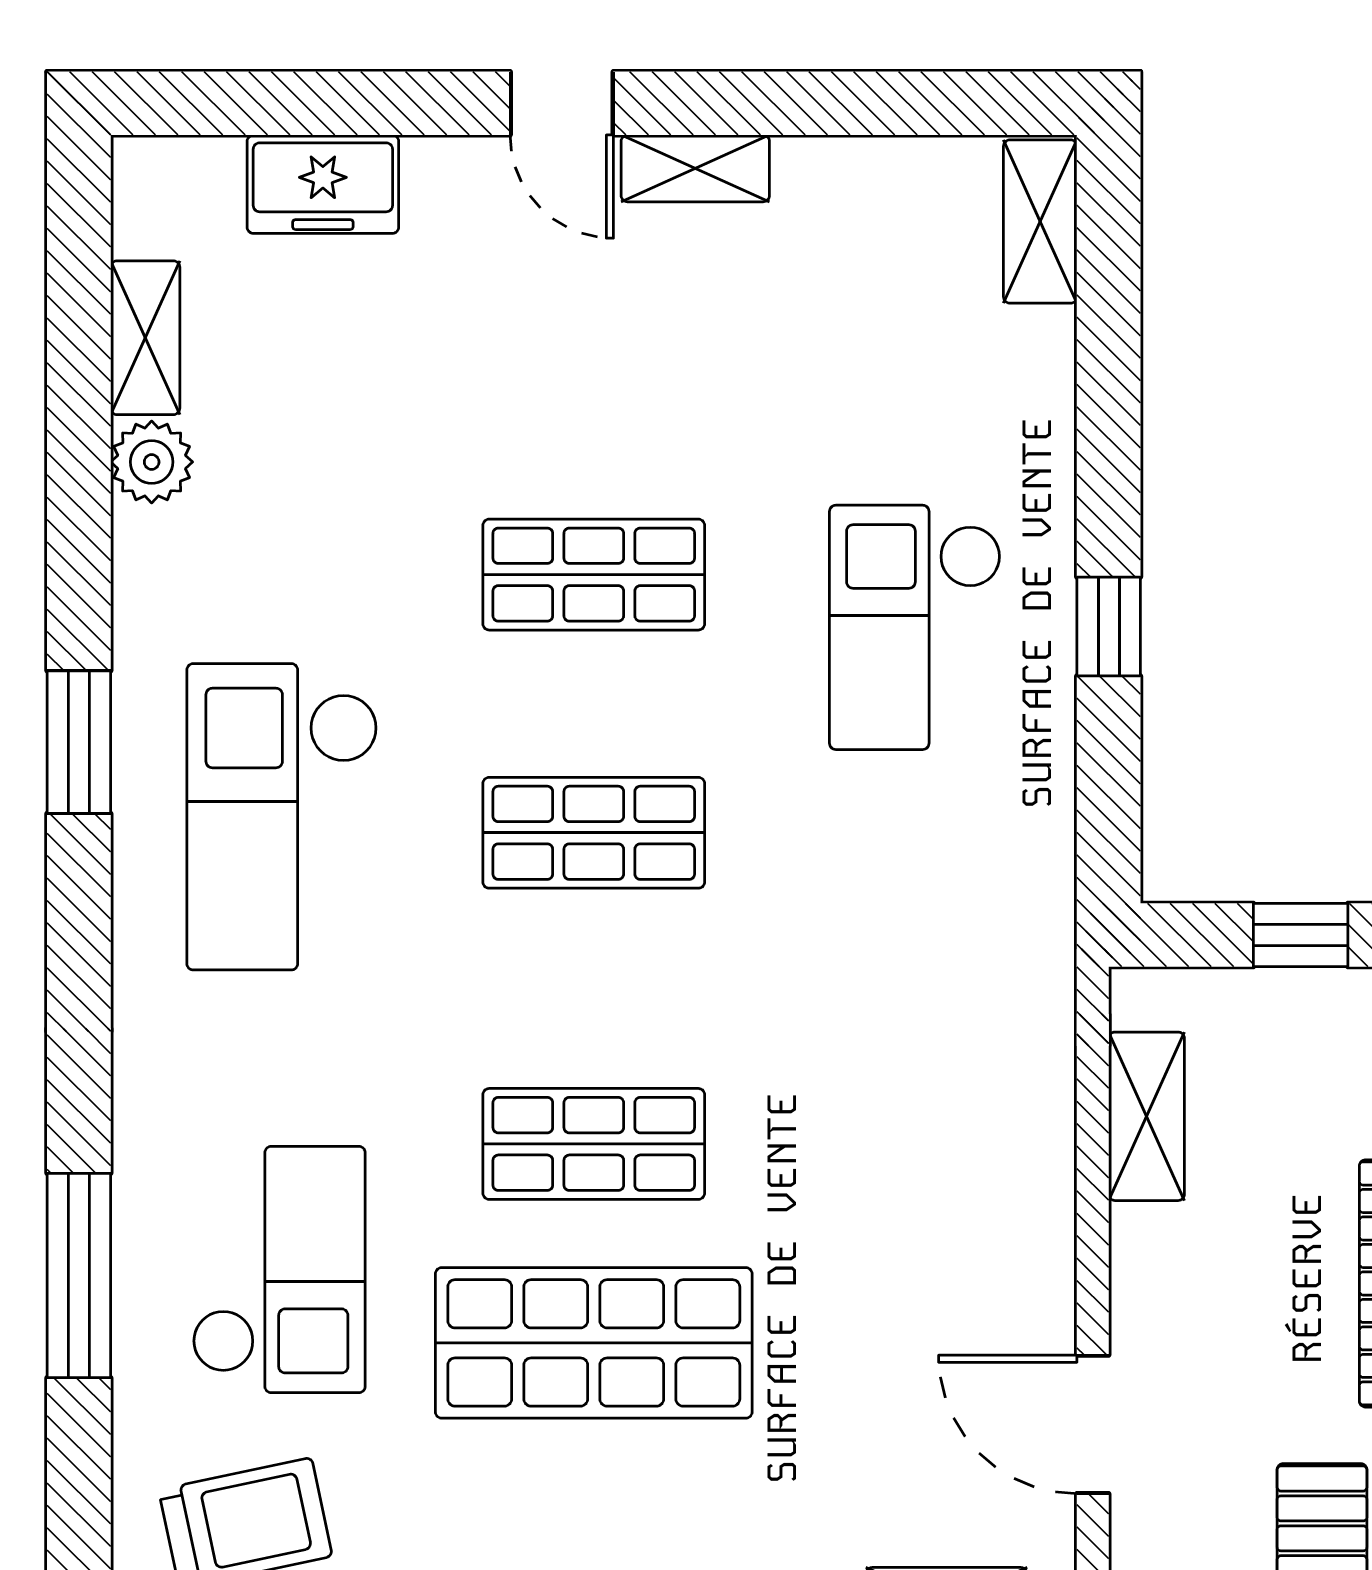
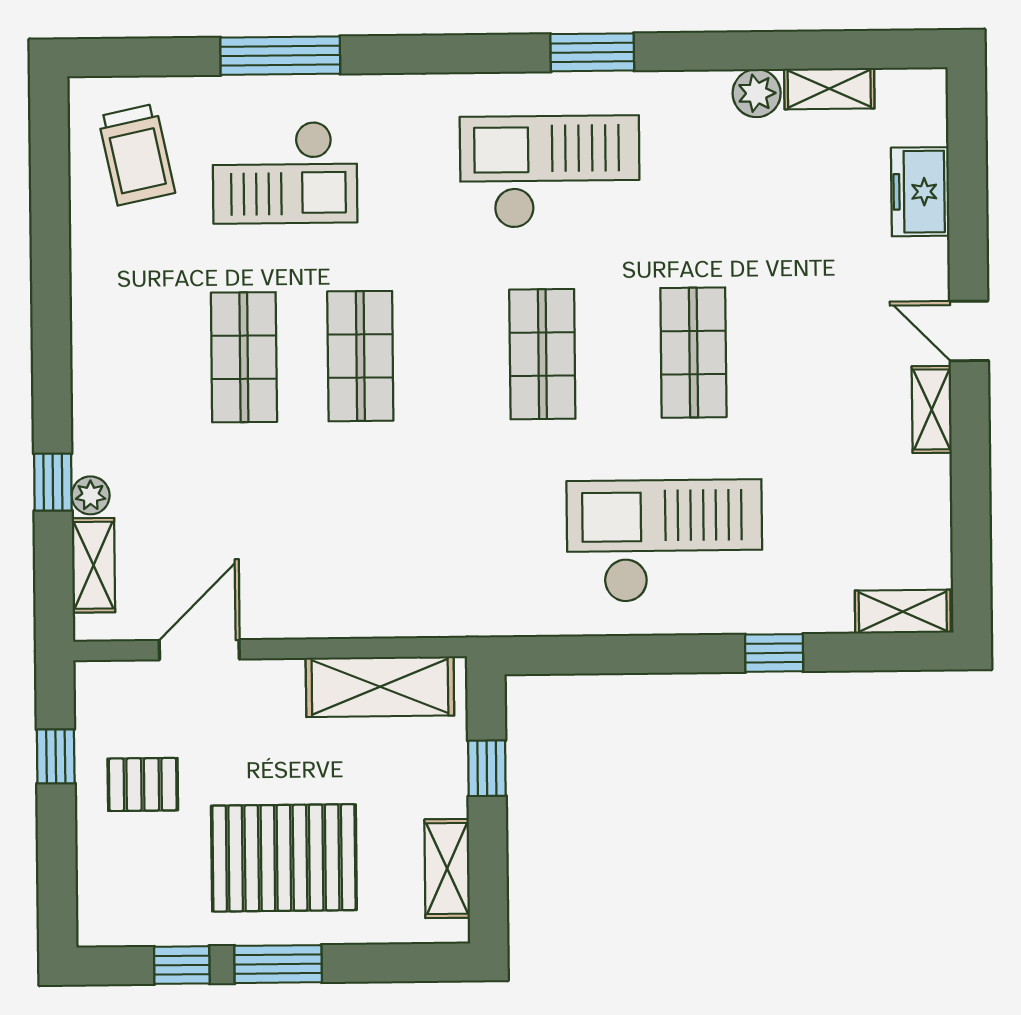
door: (562, 103) -> (969, 331), hinge flipped
checkout: (915, 627) -> (665, 541), width x1.36, depth x1.21
window: (1109, 627) -> (774, 653), moved
shelving: (1147, 1116) -> (380, 687), width x1.50, depth x1.33
shop shelf: (594, 1343) -> (244, 357), width x0.70, depth x0.74

